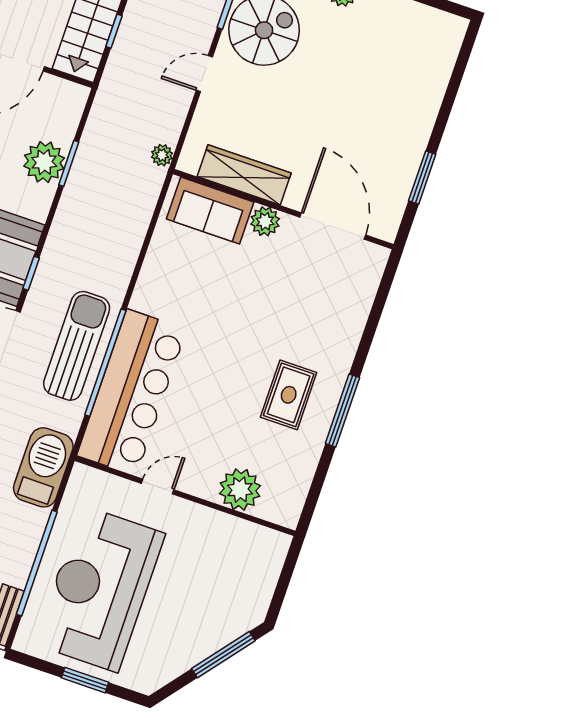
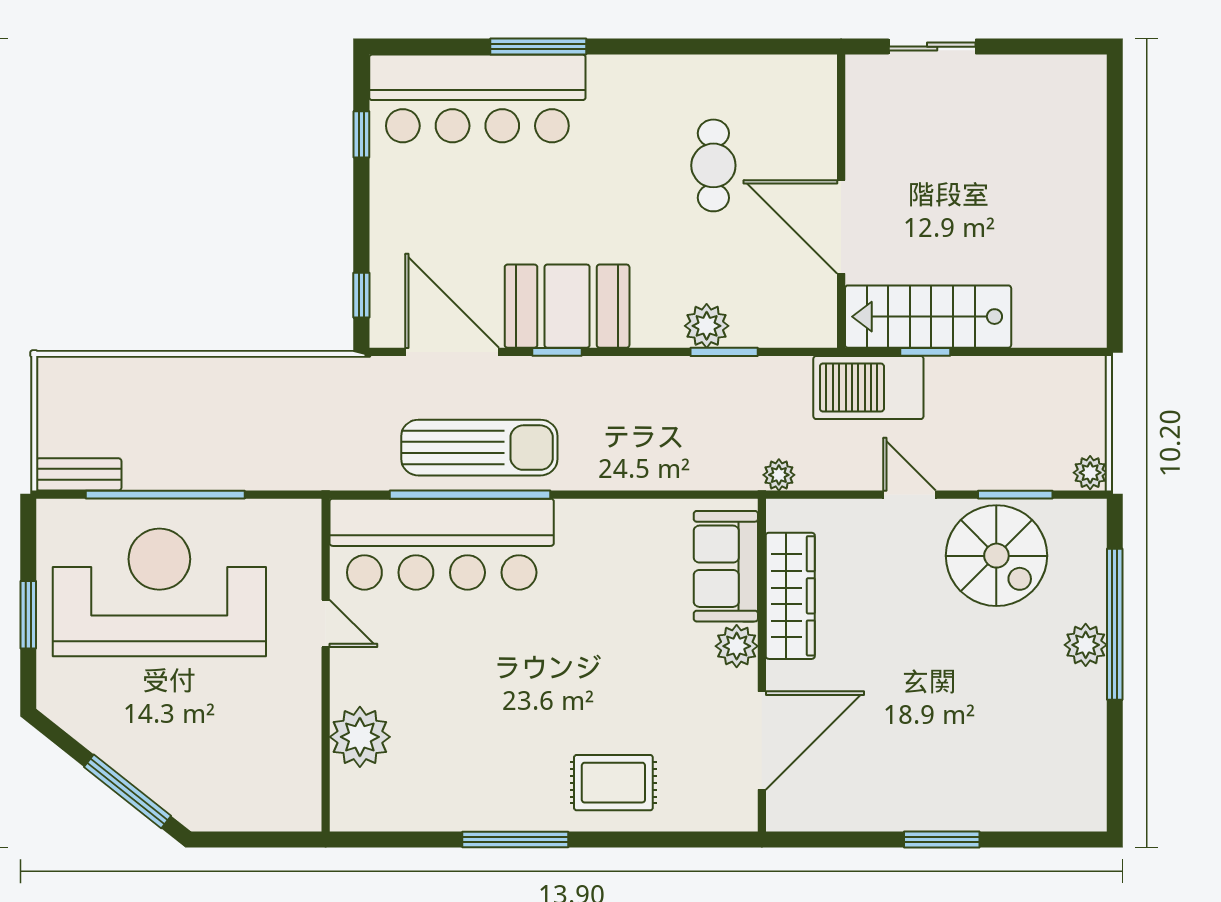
plant: (44, 162) -> (707, 326), width x0.73, depth x0.73
window: (422, 177) -> (942, 840), moved
rug: (289, 395) -> (613, 783), moved
barbecue: (43, 467) -> (868, 387), moved, turned 180

